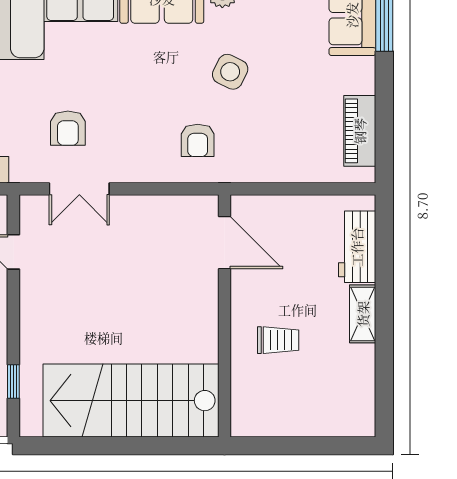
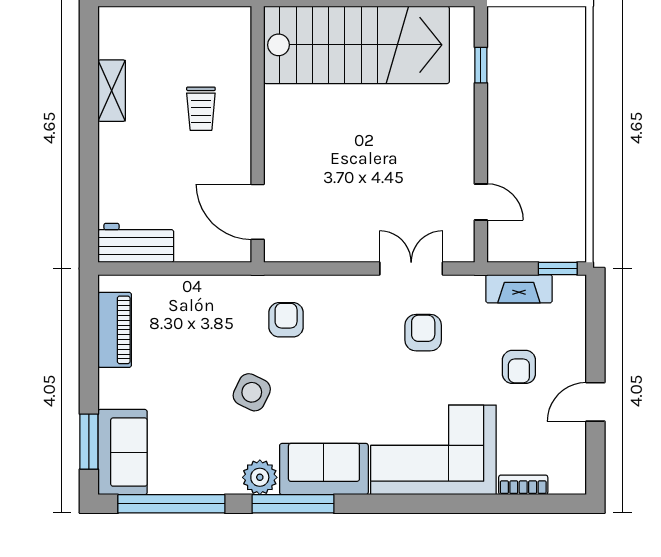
workbench: (357, 247) -> (136, 243), moved, turned -90
shelving: (363, 314) -> (112, 91), moved
trolley: (278, 340) -> (201, 109), turned -90

